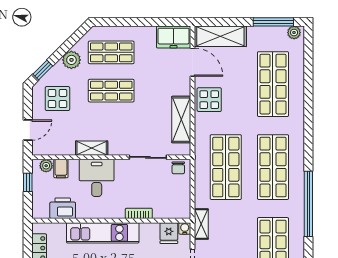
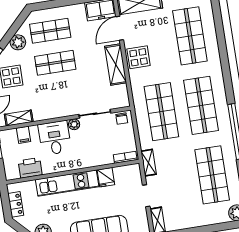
door: (192, 62) -> (120, 28), swing flipped
shelving: (181, 120) -> (116, 65), moved
shelving: (92, 148) -> (19, 118), moved
plant: (46, 166) -> (74, 124), moved
bookcase: (139, 213) -> (125, 157), moved
water cooler: (185, 228) -> (135, 169), removed
fridge: (169, 233) -> (106, 177), moved

